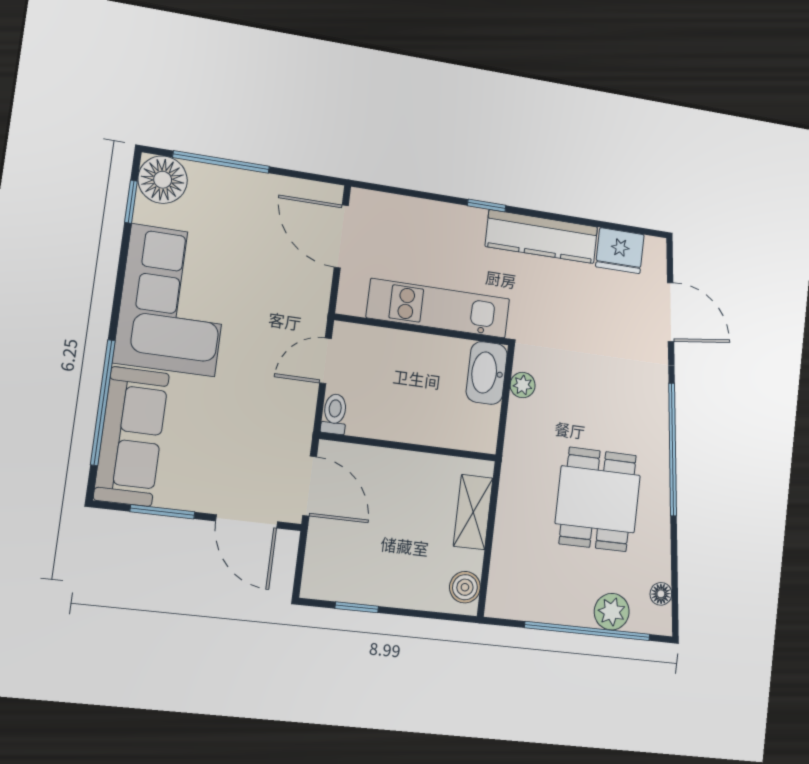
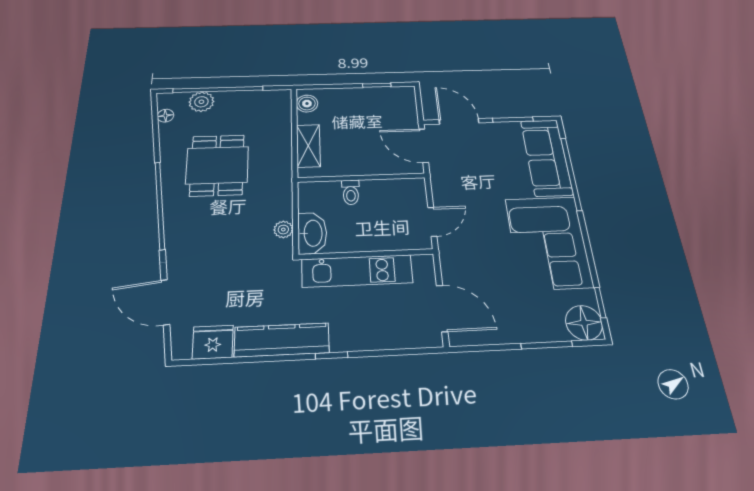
window: (221, 162) -> (547, 345), width x0.69
toilet: (334, 414) -> (351, 192), moved

